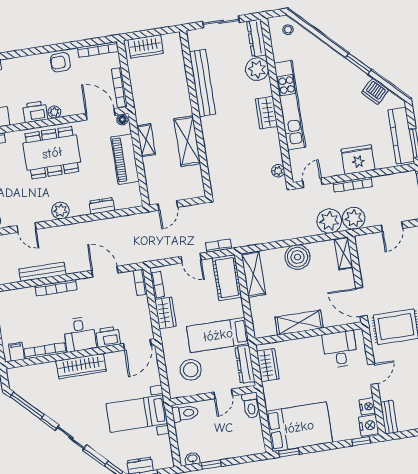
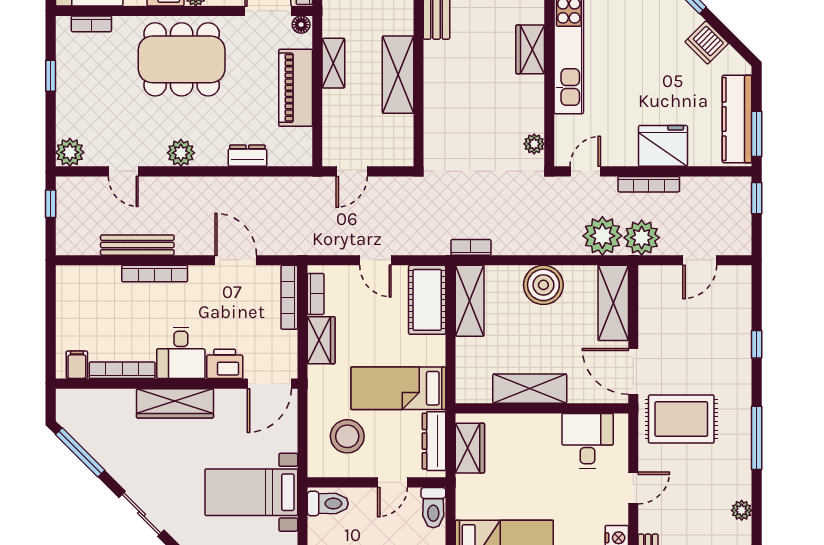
bookcase: (219, 246) -> (471, 247), moved
shelving: (344, 253) -> (613, 303), width x1.50, depth x1.33
bookcase: (140, 282) -> (289, 297), width x1.56

